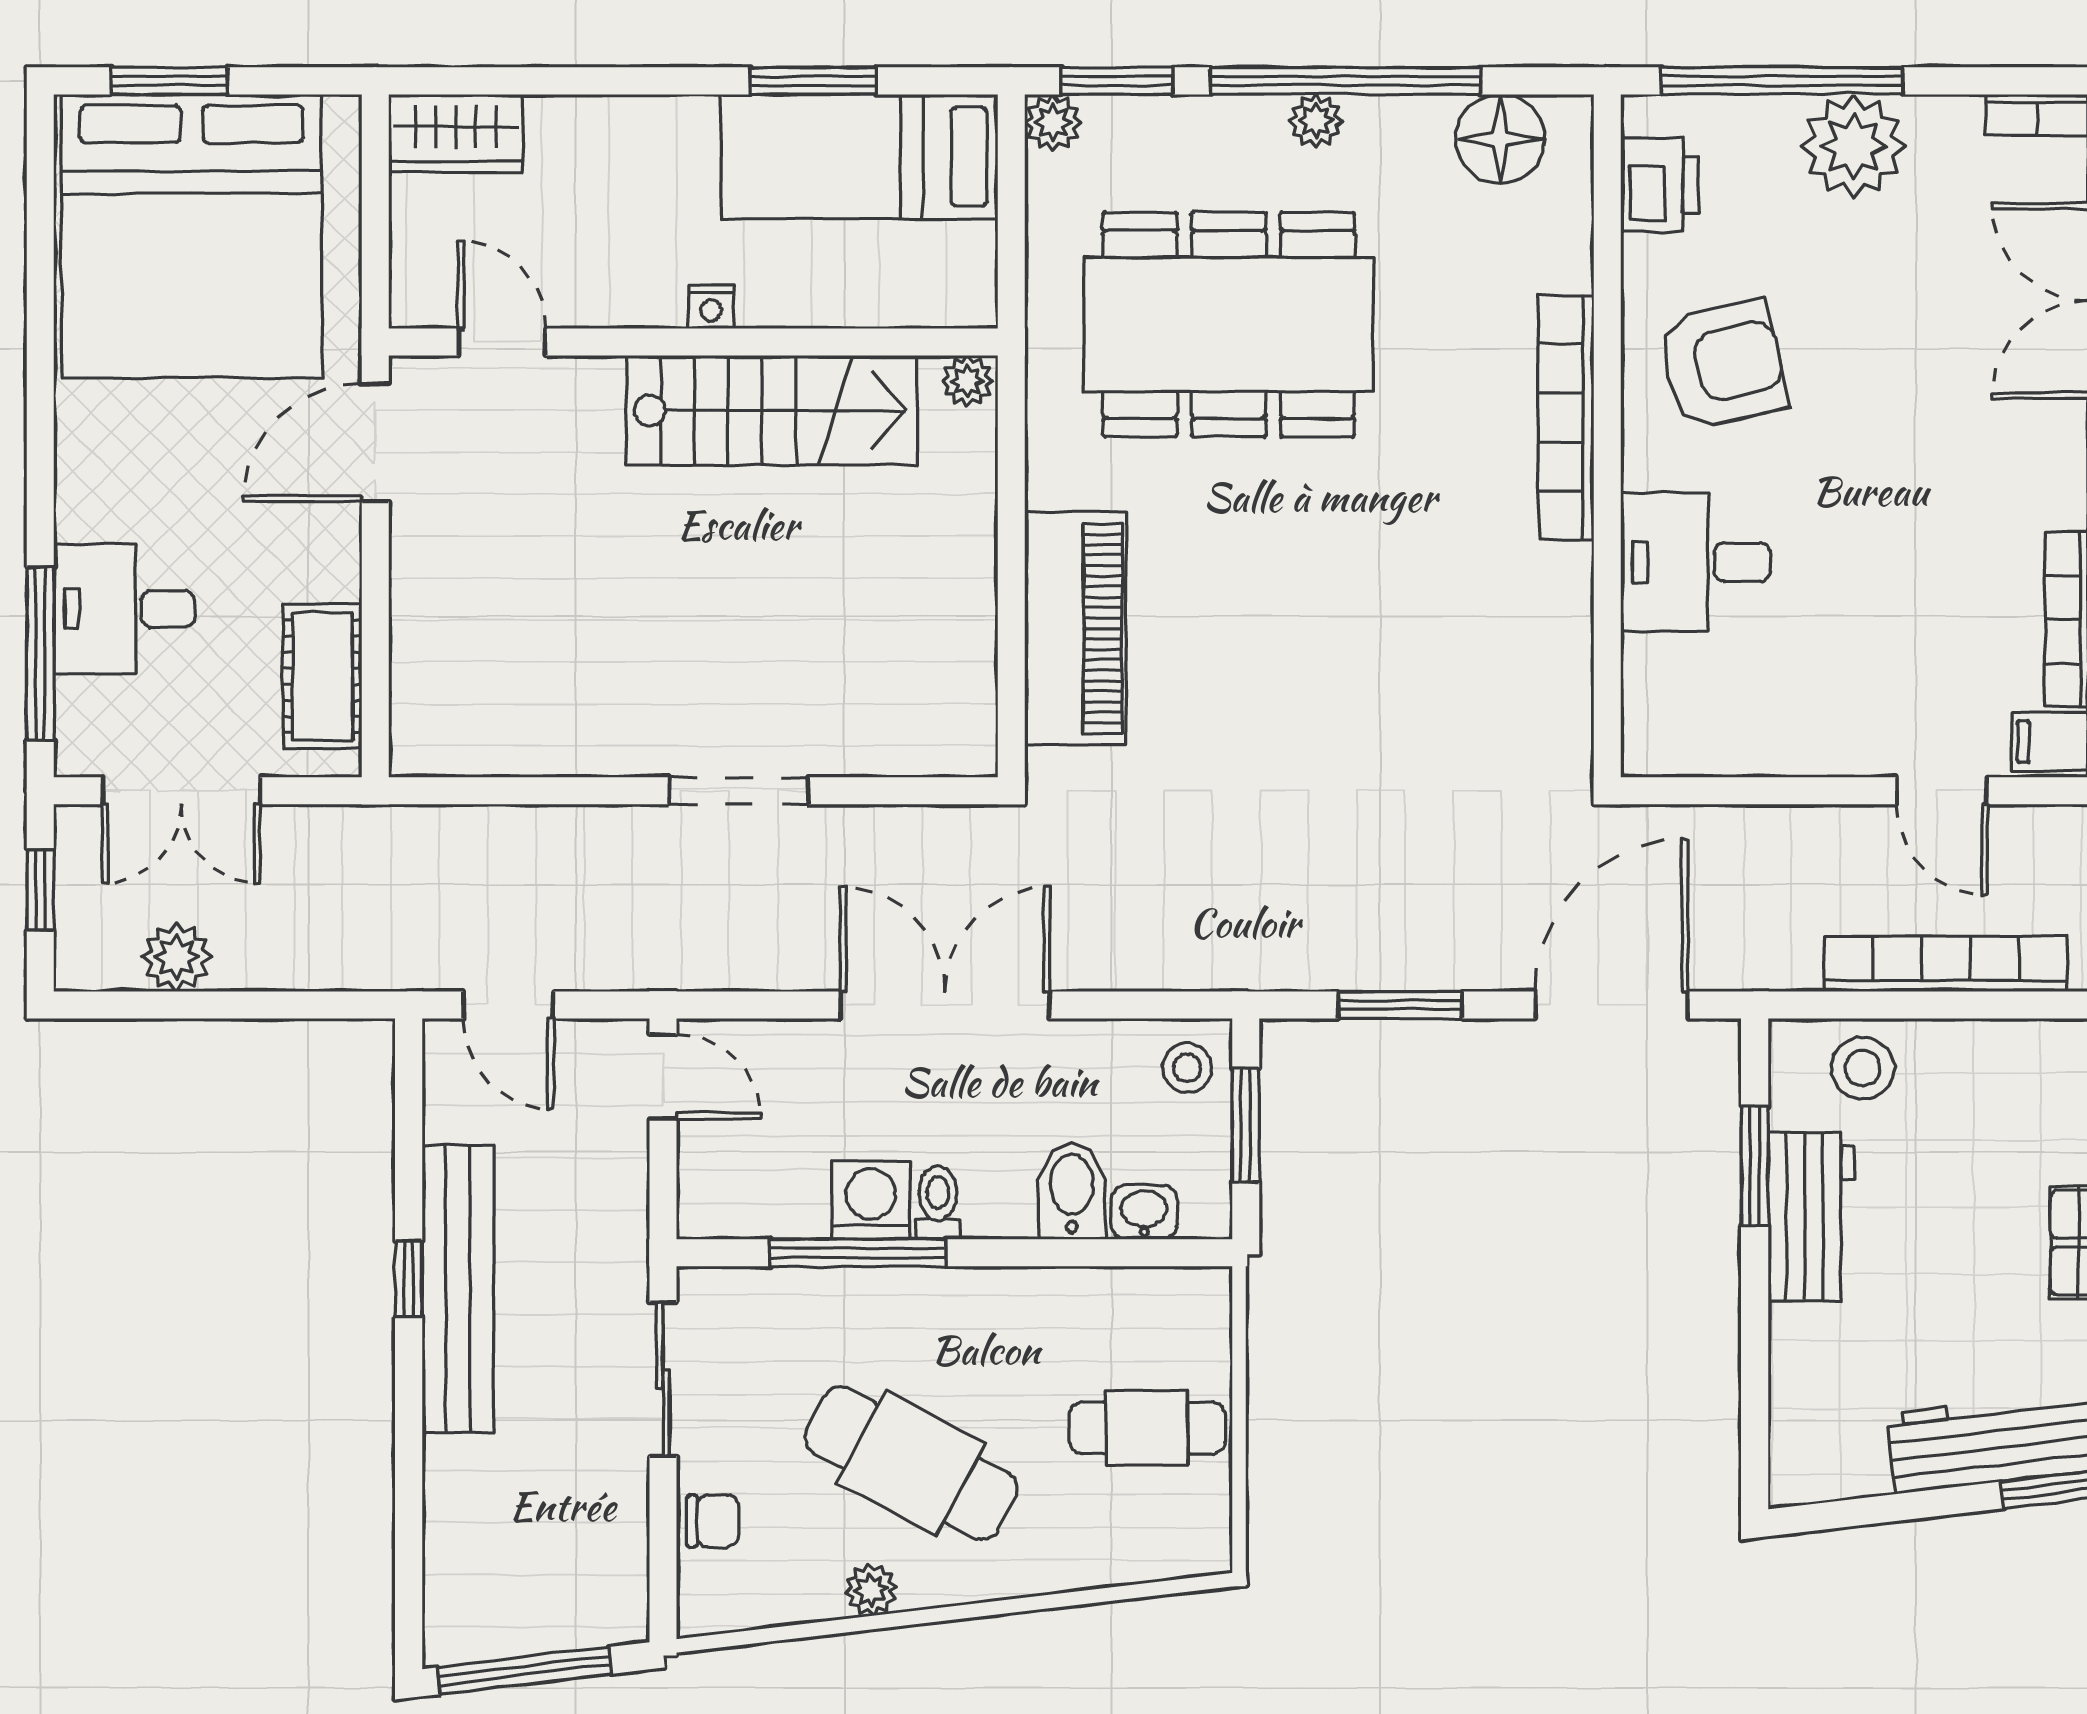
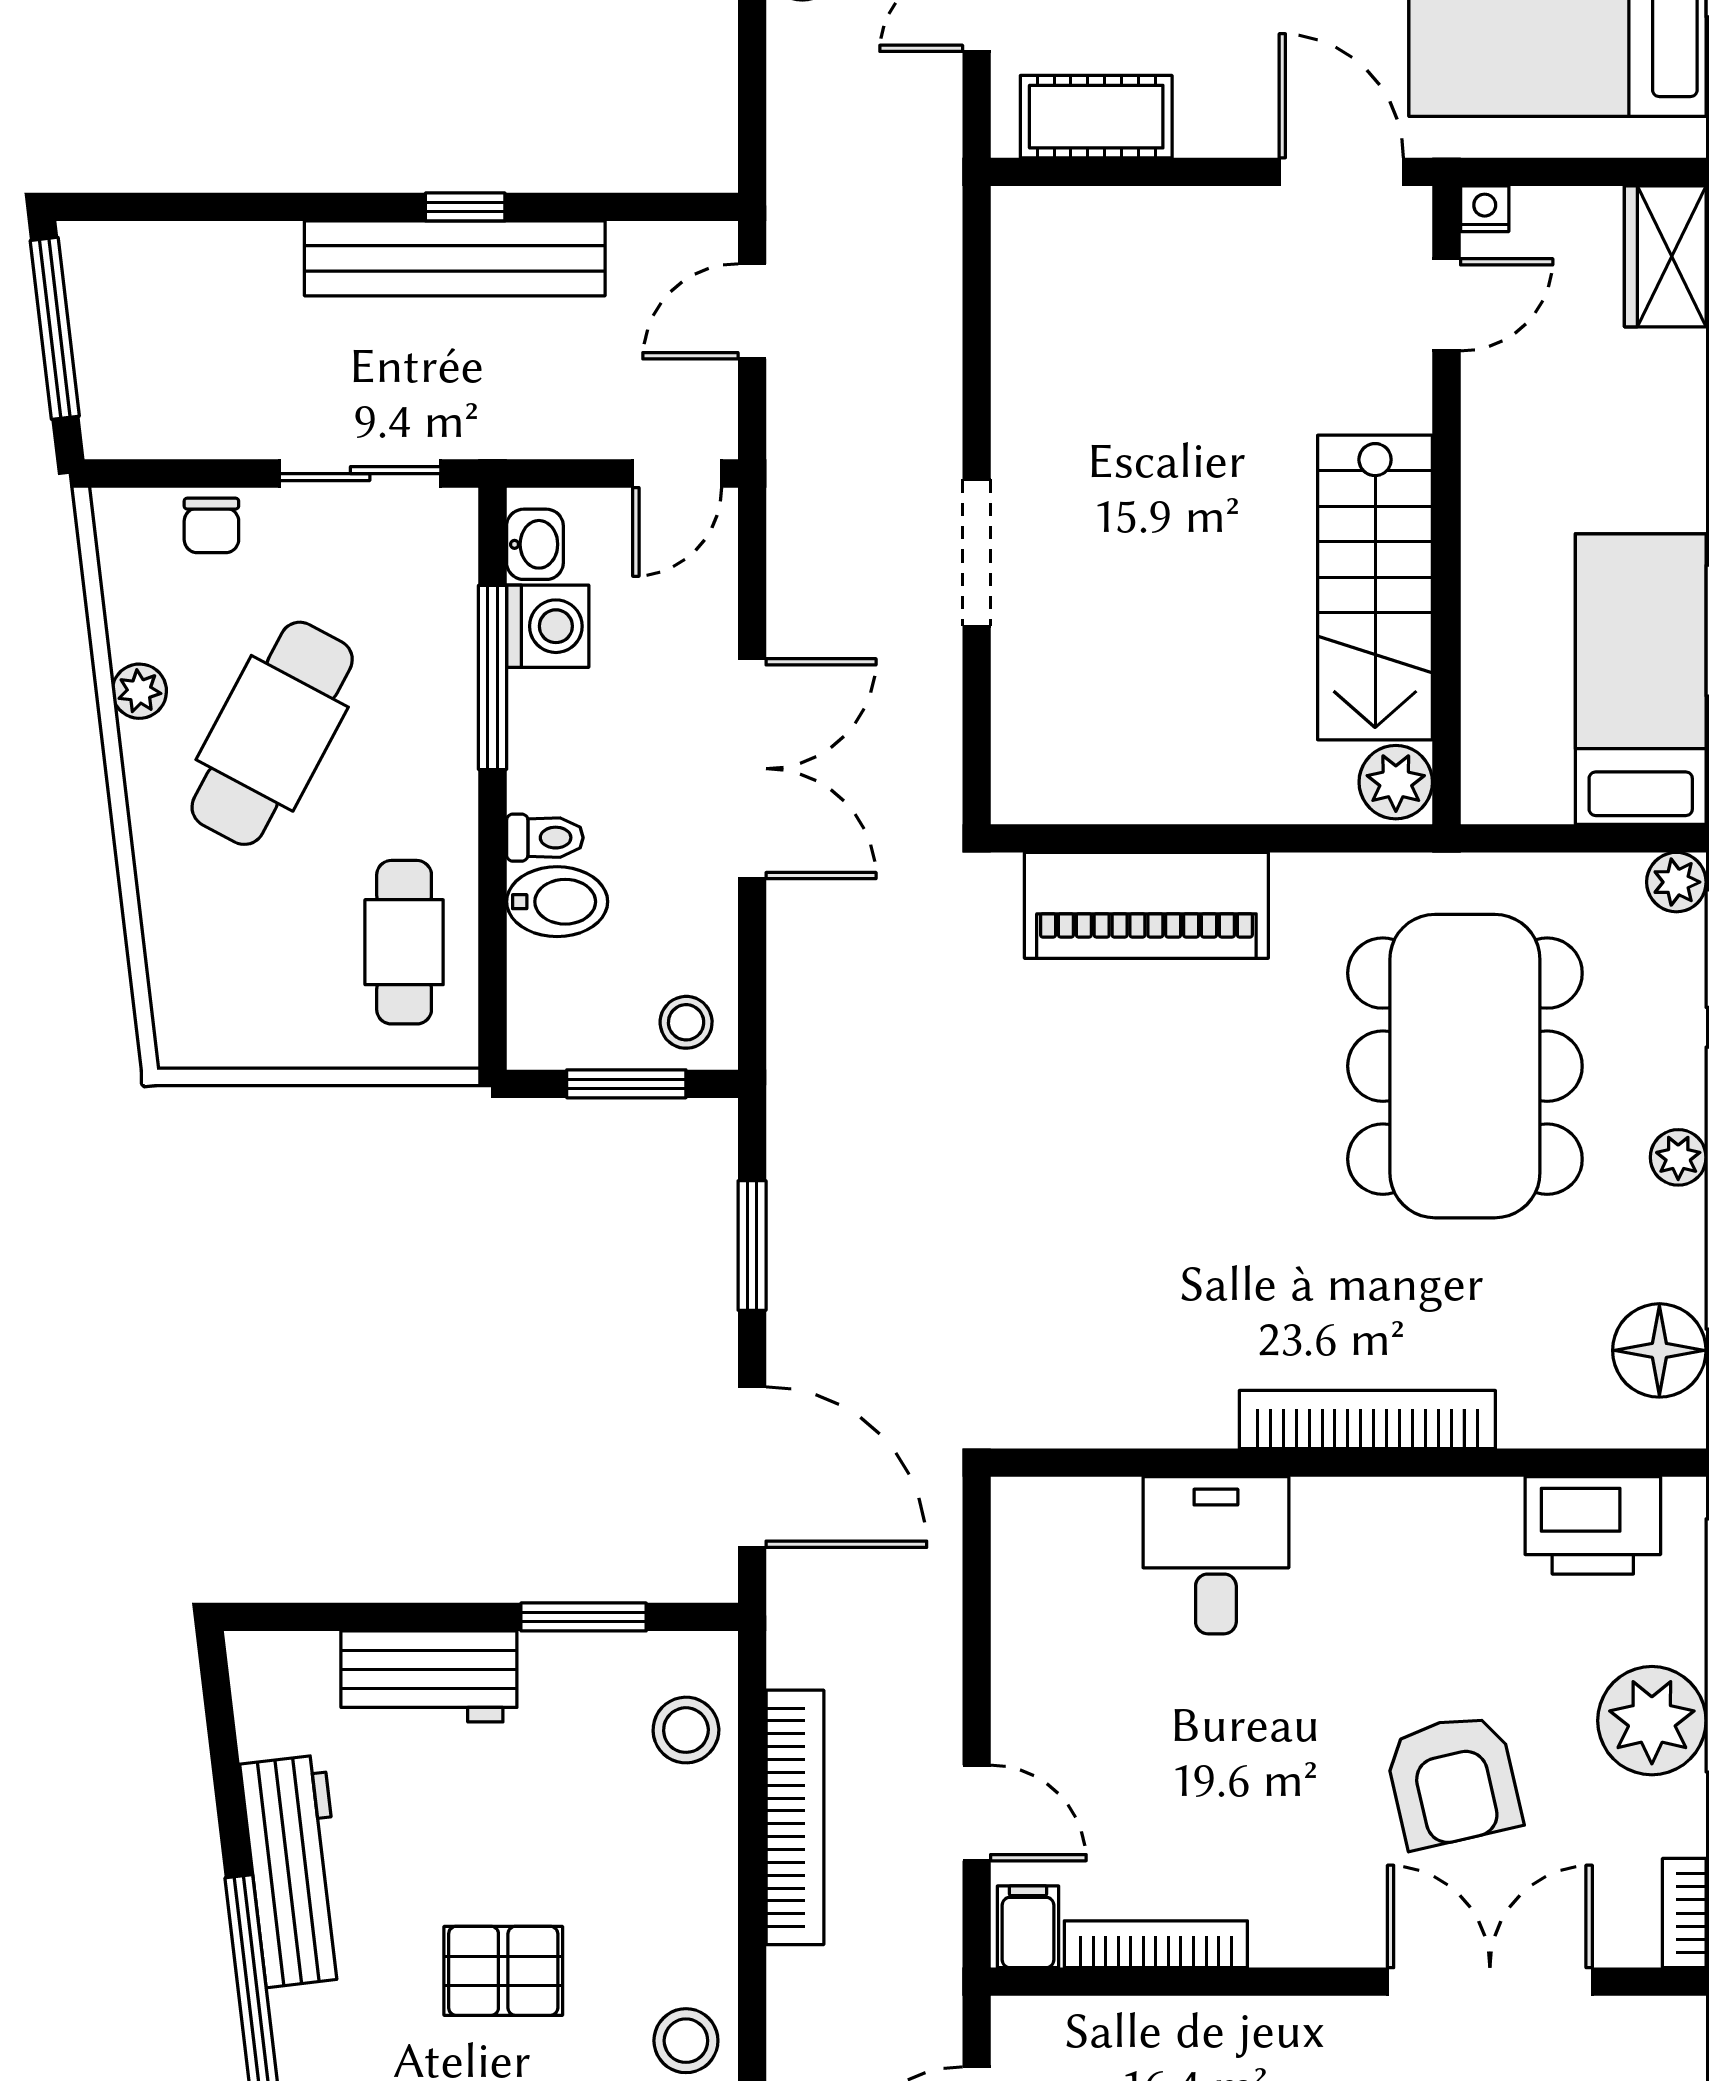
printer: (1660, 185) -> (1593, 1525), width x1.37, depth x1.19
nightstand: (711, 307) -> (1485, 209), moved, turned 90
armchair: (1723, 364) -> (1453, 1781), moved
plant: (967, 381) -> (1396, 782), width x1.38, depth x1.38
door: (1942, 791) -> (977, 1813), swing flipped
washing machine: (871, 1200) -> (548, 626), moved
toilet: (938, 1203) -> (545, 838), moved
washbasin: (1144, 1212) -> (535, 544), moved
workbench: (1811, 1216) -> (429, 1676), moved
cafe table: (1147, 1428) -> (404, 942), moved

